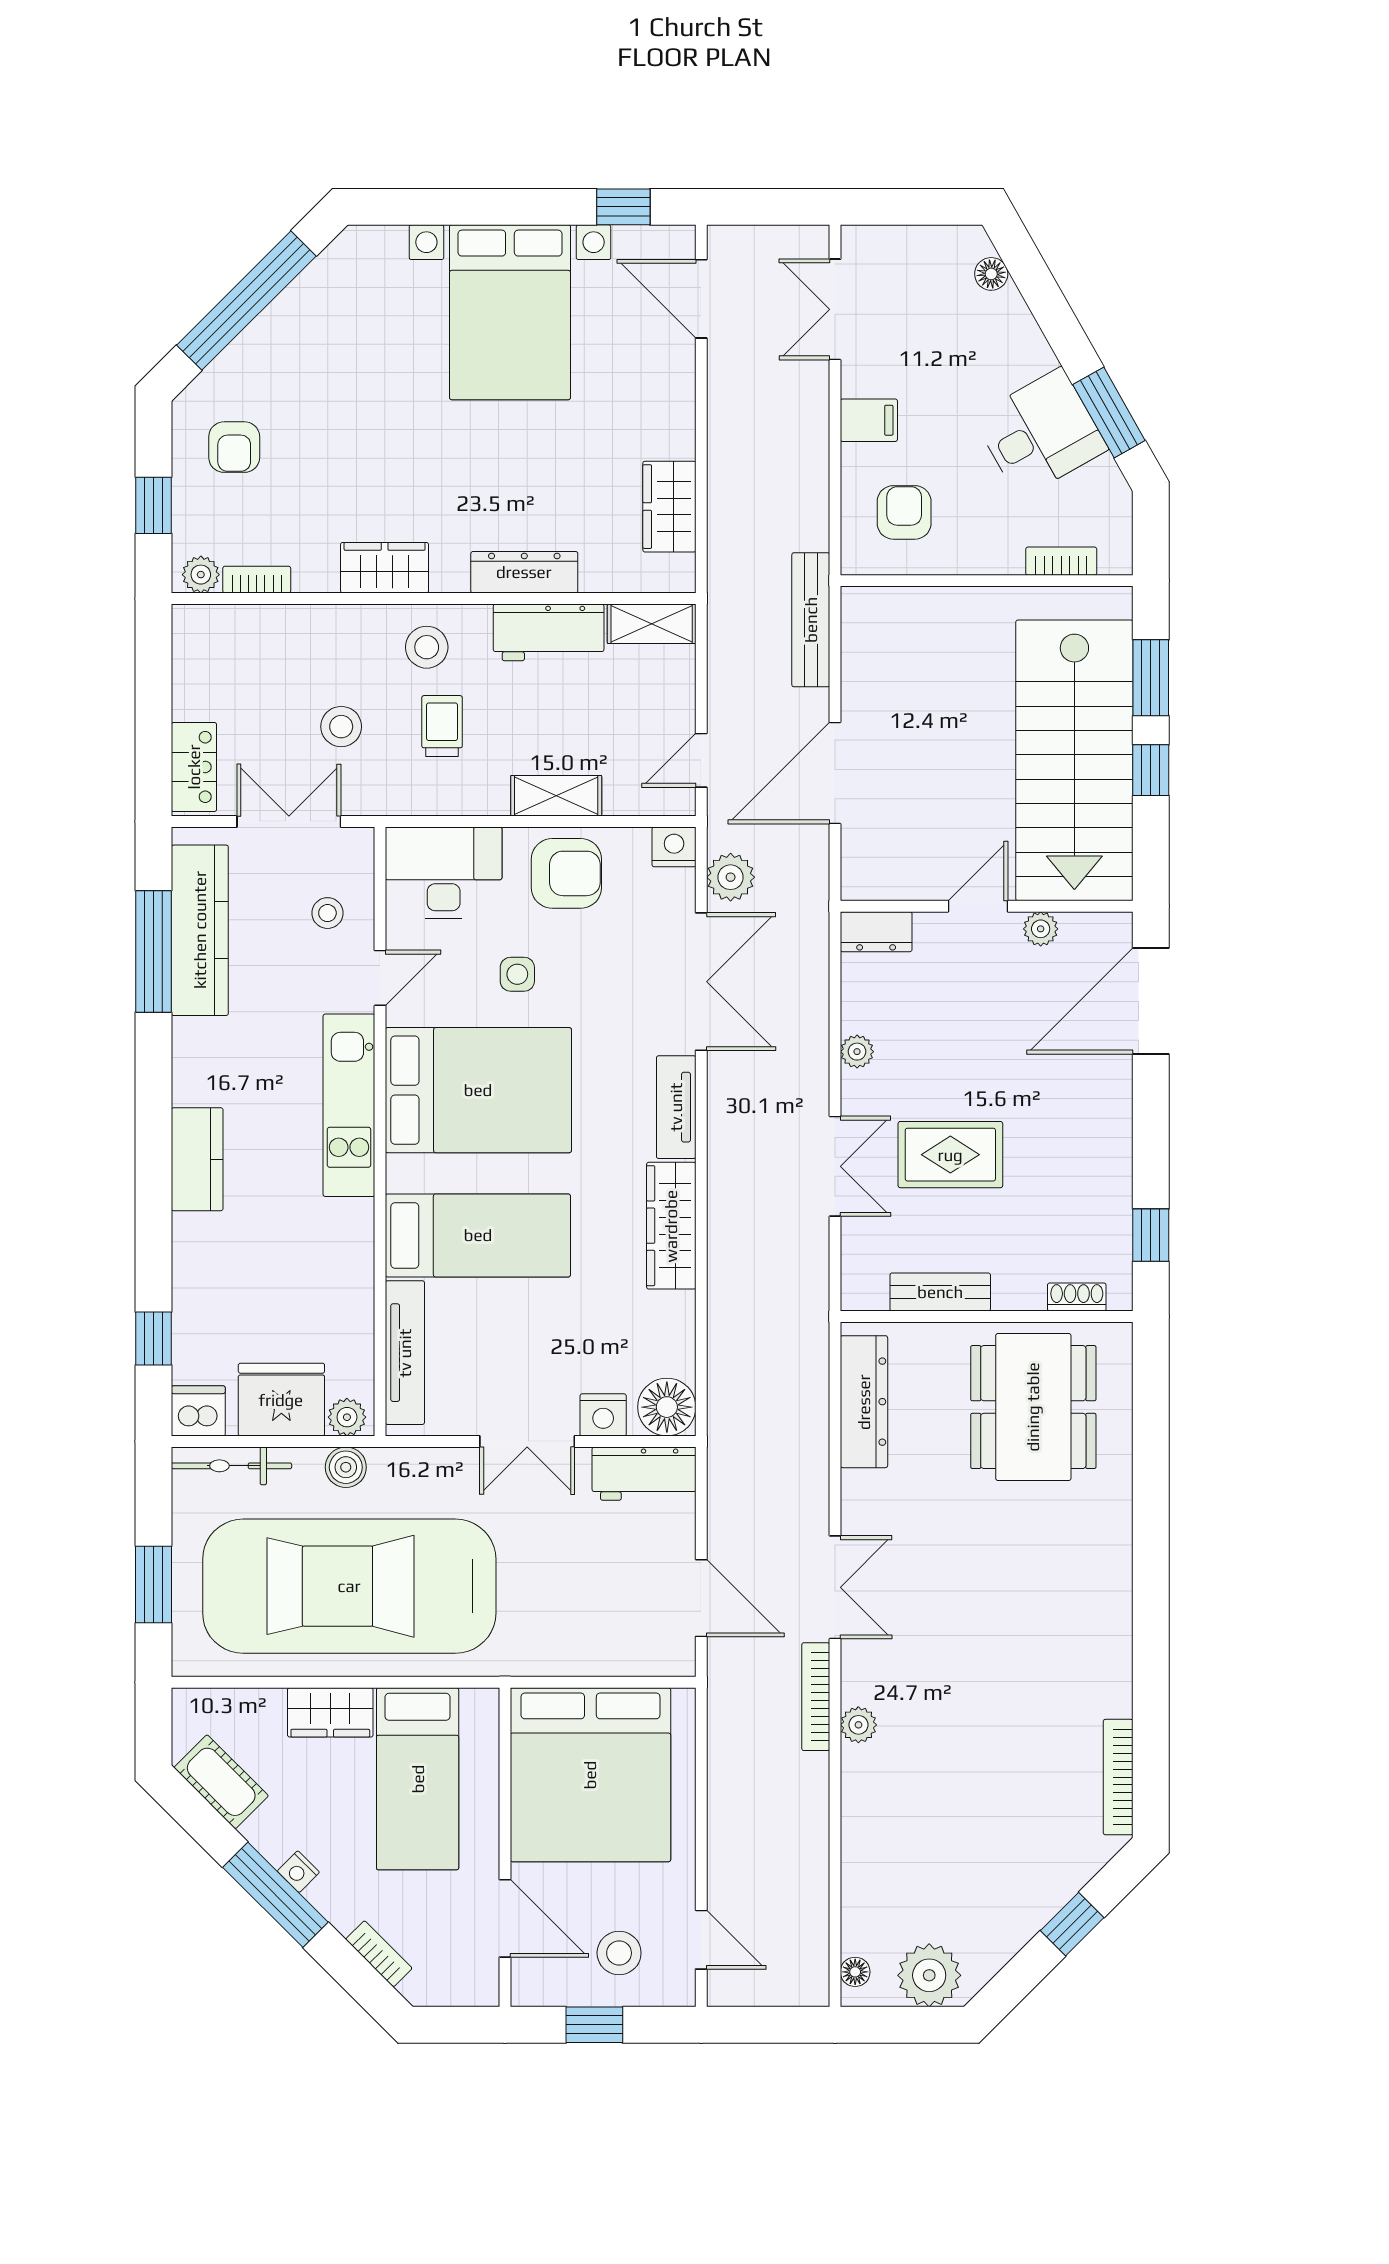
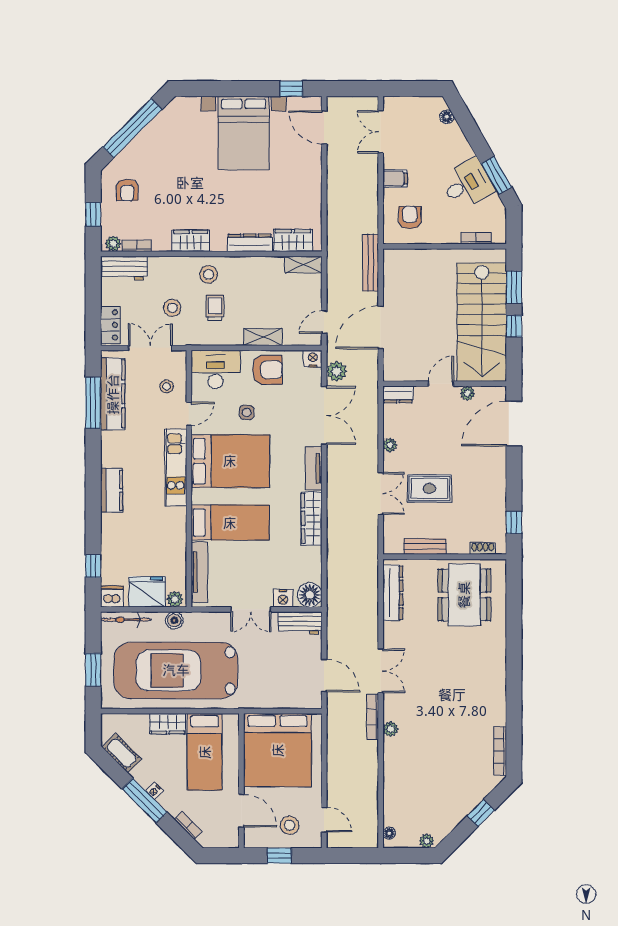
wardrobe: (669, 507) -> (293, 240), moved, turned 90
workbench: (549, 632) -> (124, 268), moved
plant: (929, 1975) -> (427, 841), width x0.53, depth x0.53

